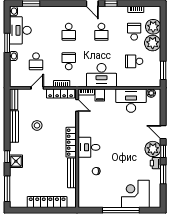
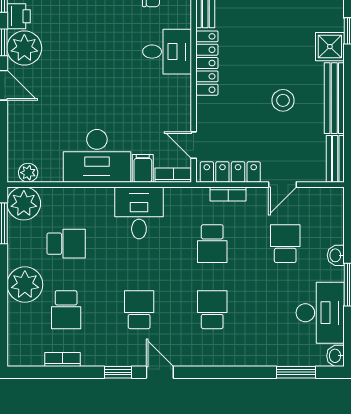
plant: (153, 27) -> (24, 203), moved
desk: (102, 75) -> (139, 213), width x0.73
desk: (131, 101) -> (97, 156), moved
shower: (16, 161) -> (330, 47), moved

